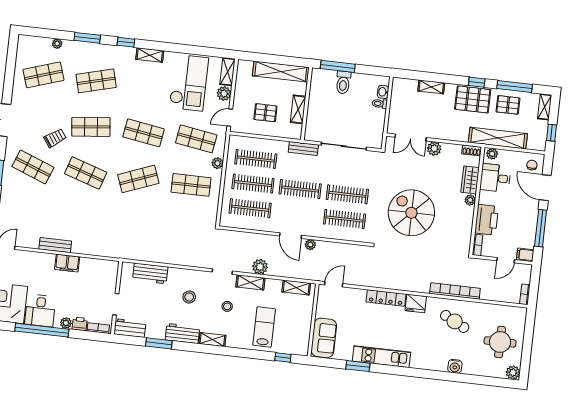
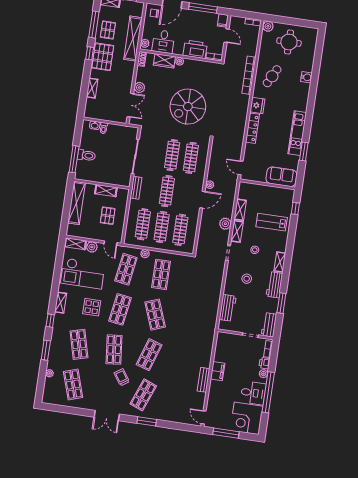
checkout: (189, 83) -> (83, 273), turned 180
display table: (145, 96) -> (92, 307), added
shelving: (296, 287) -> (240, 210), moved
plant: (513, 373) -> (268, 26), moved

